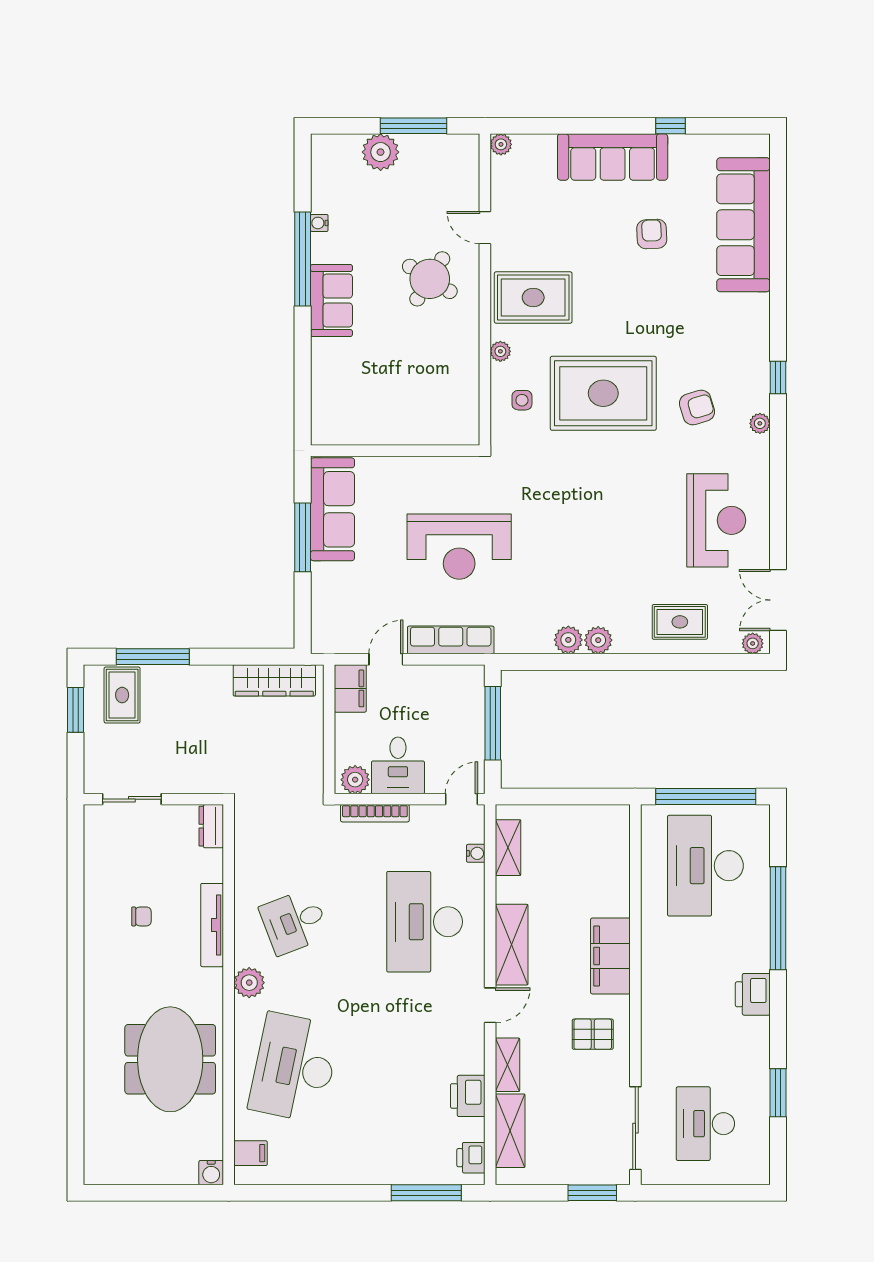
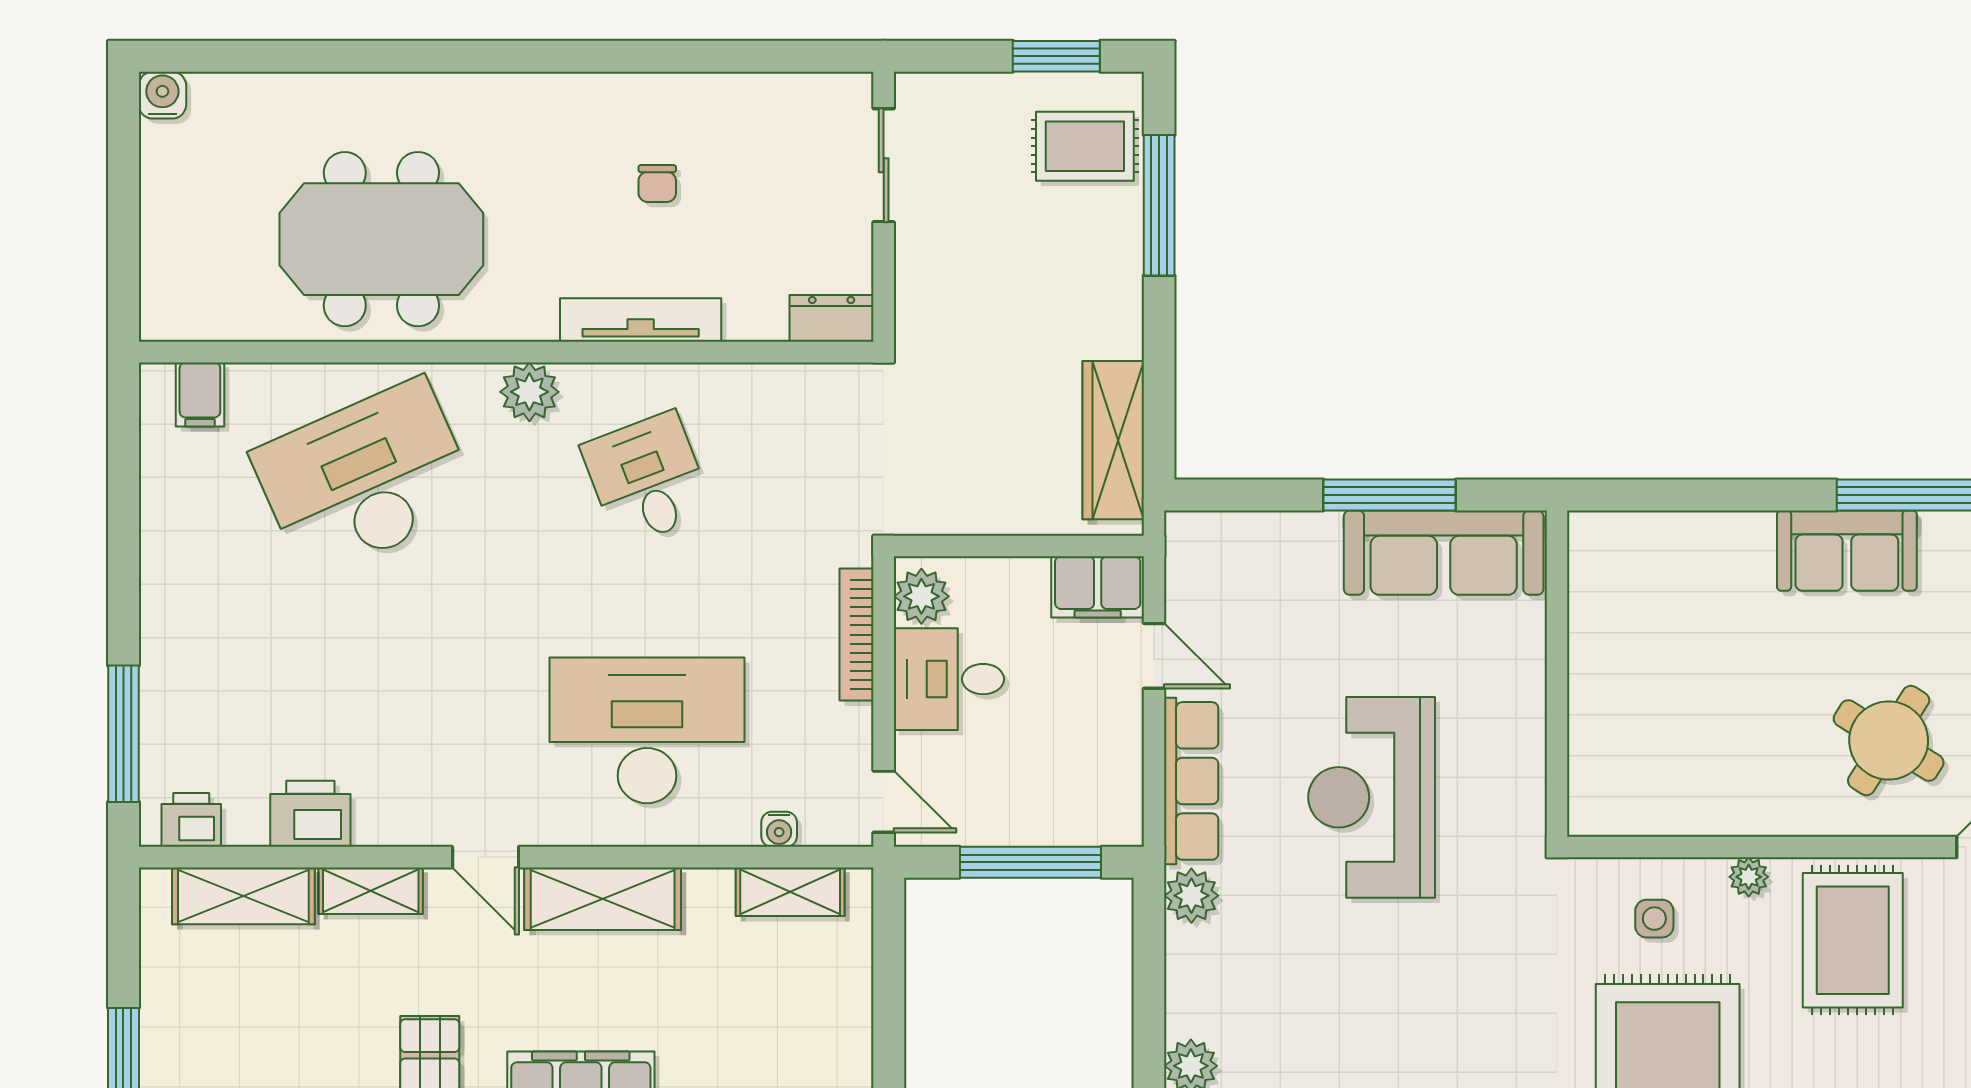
plant: (568, 640) -> (1191, 896), moved
desk: (294, 1068) -> (365, 479), turned -36
water cooler: (211, 1173) -> (162, 95), moved, turned 90

